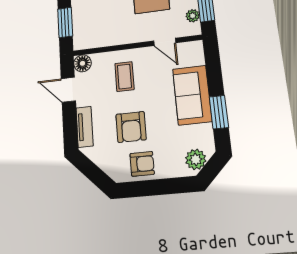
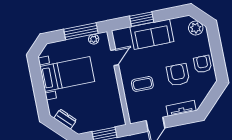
floor lamp: (82, 63) -> (135, 116), removed
window: (219, 112) -> (142, 19), moved
armchair: (131, 127) -> (178, 75), turned -90

